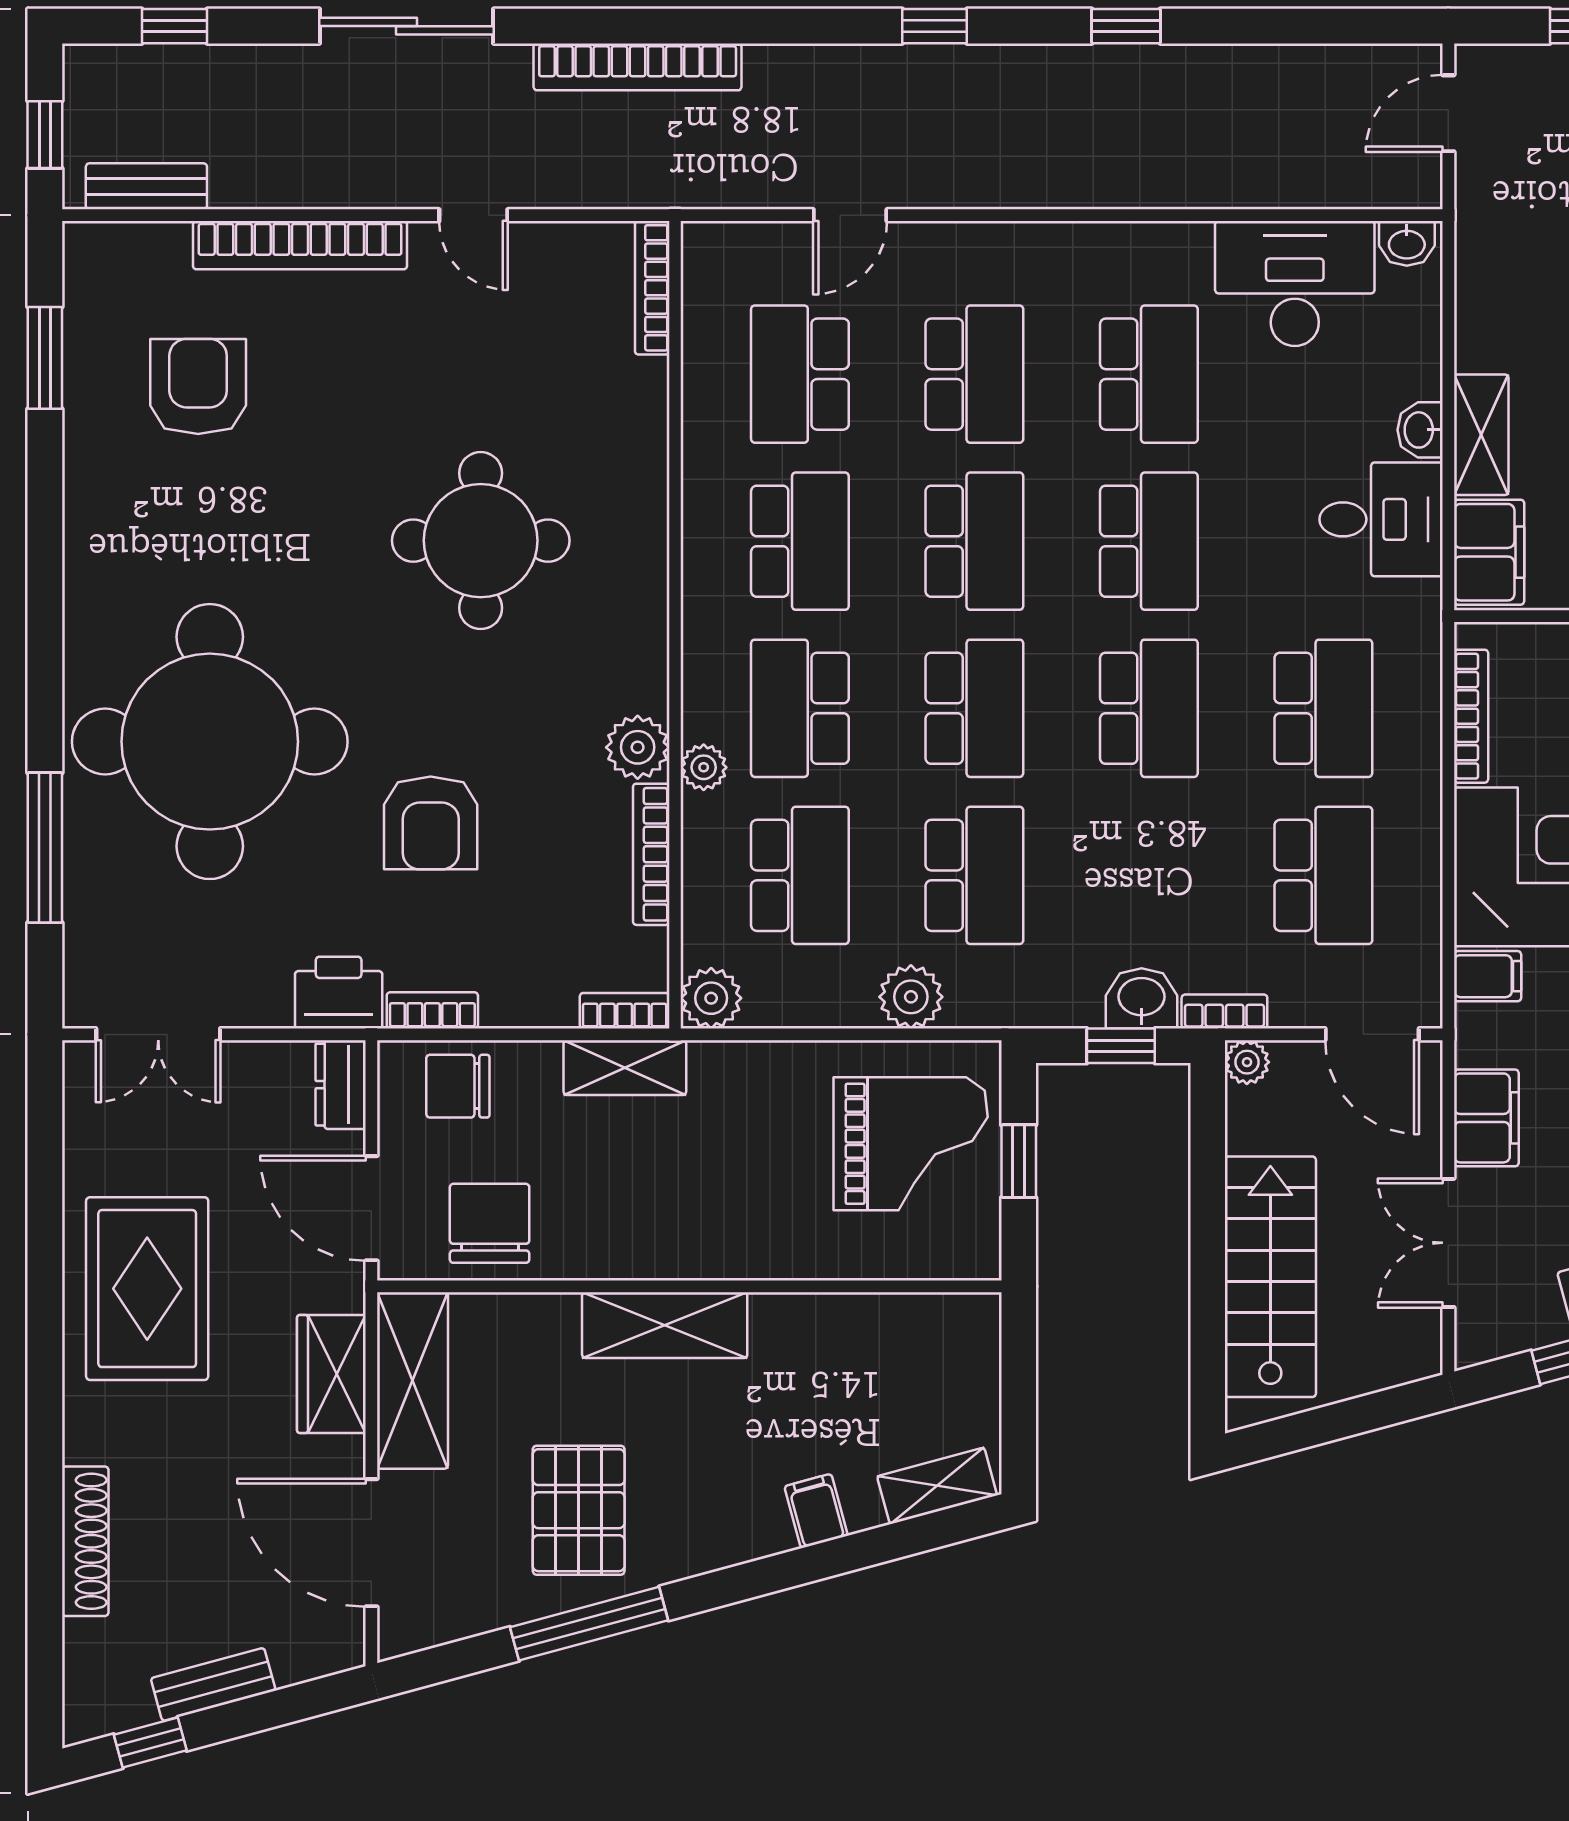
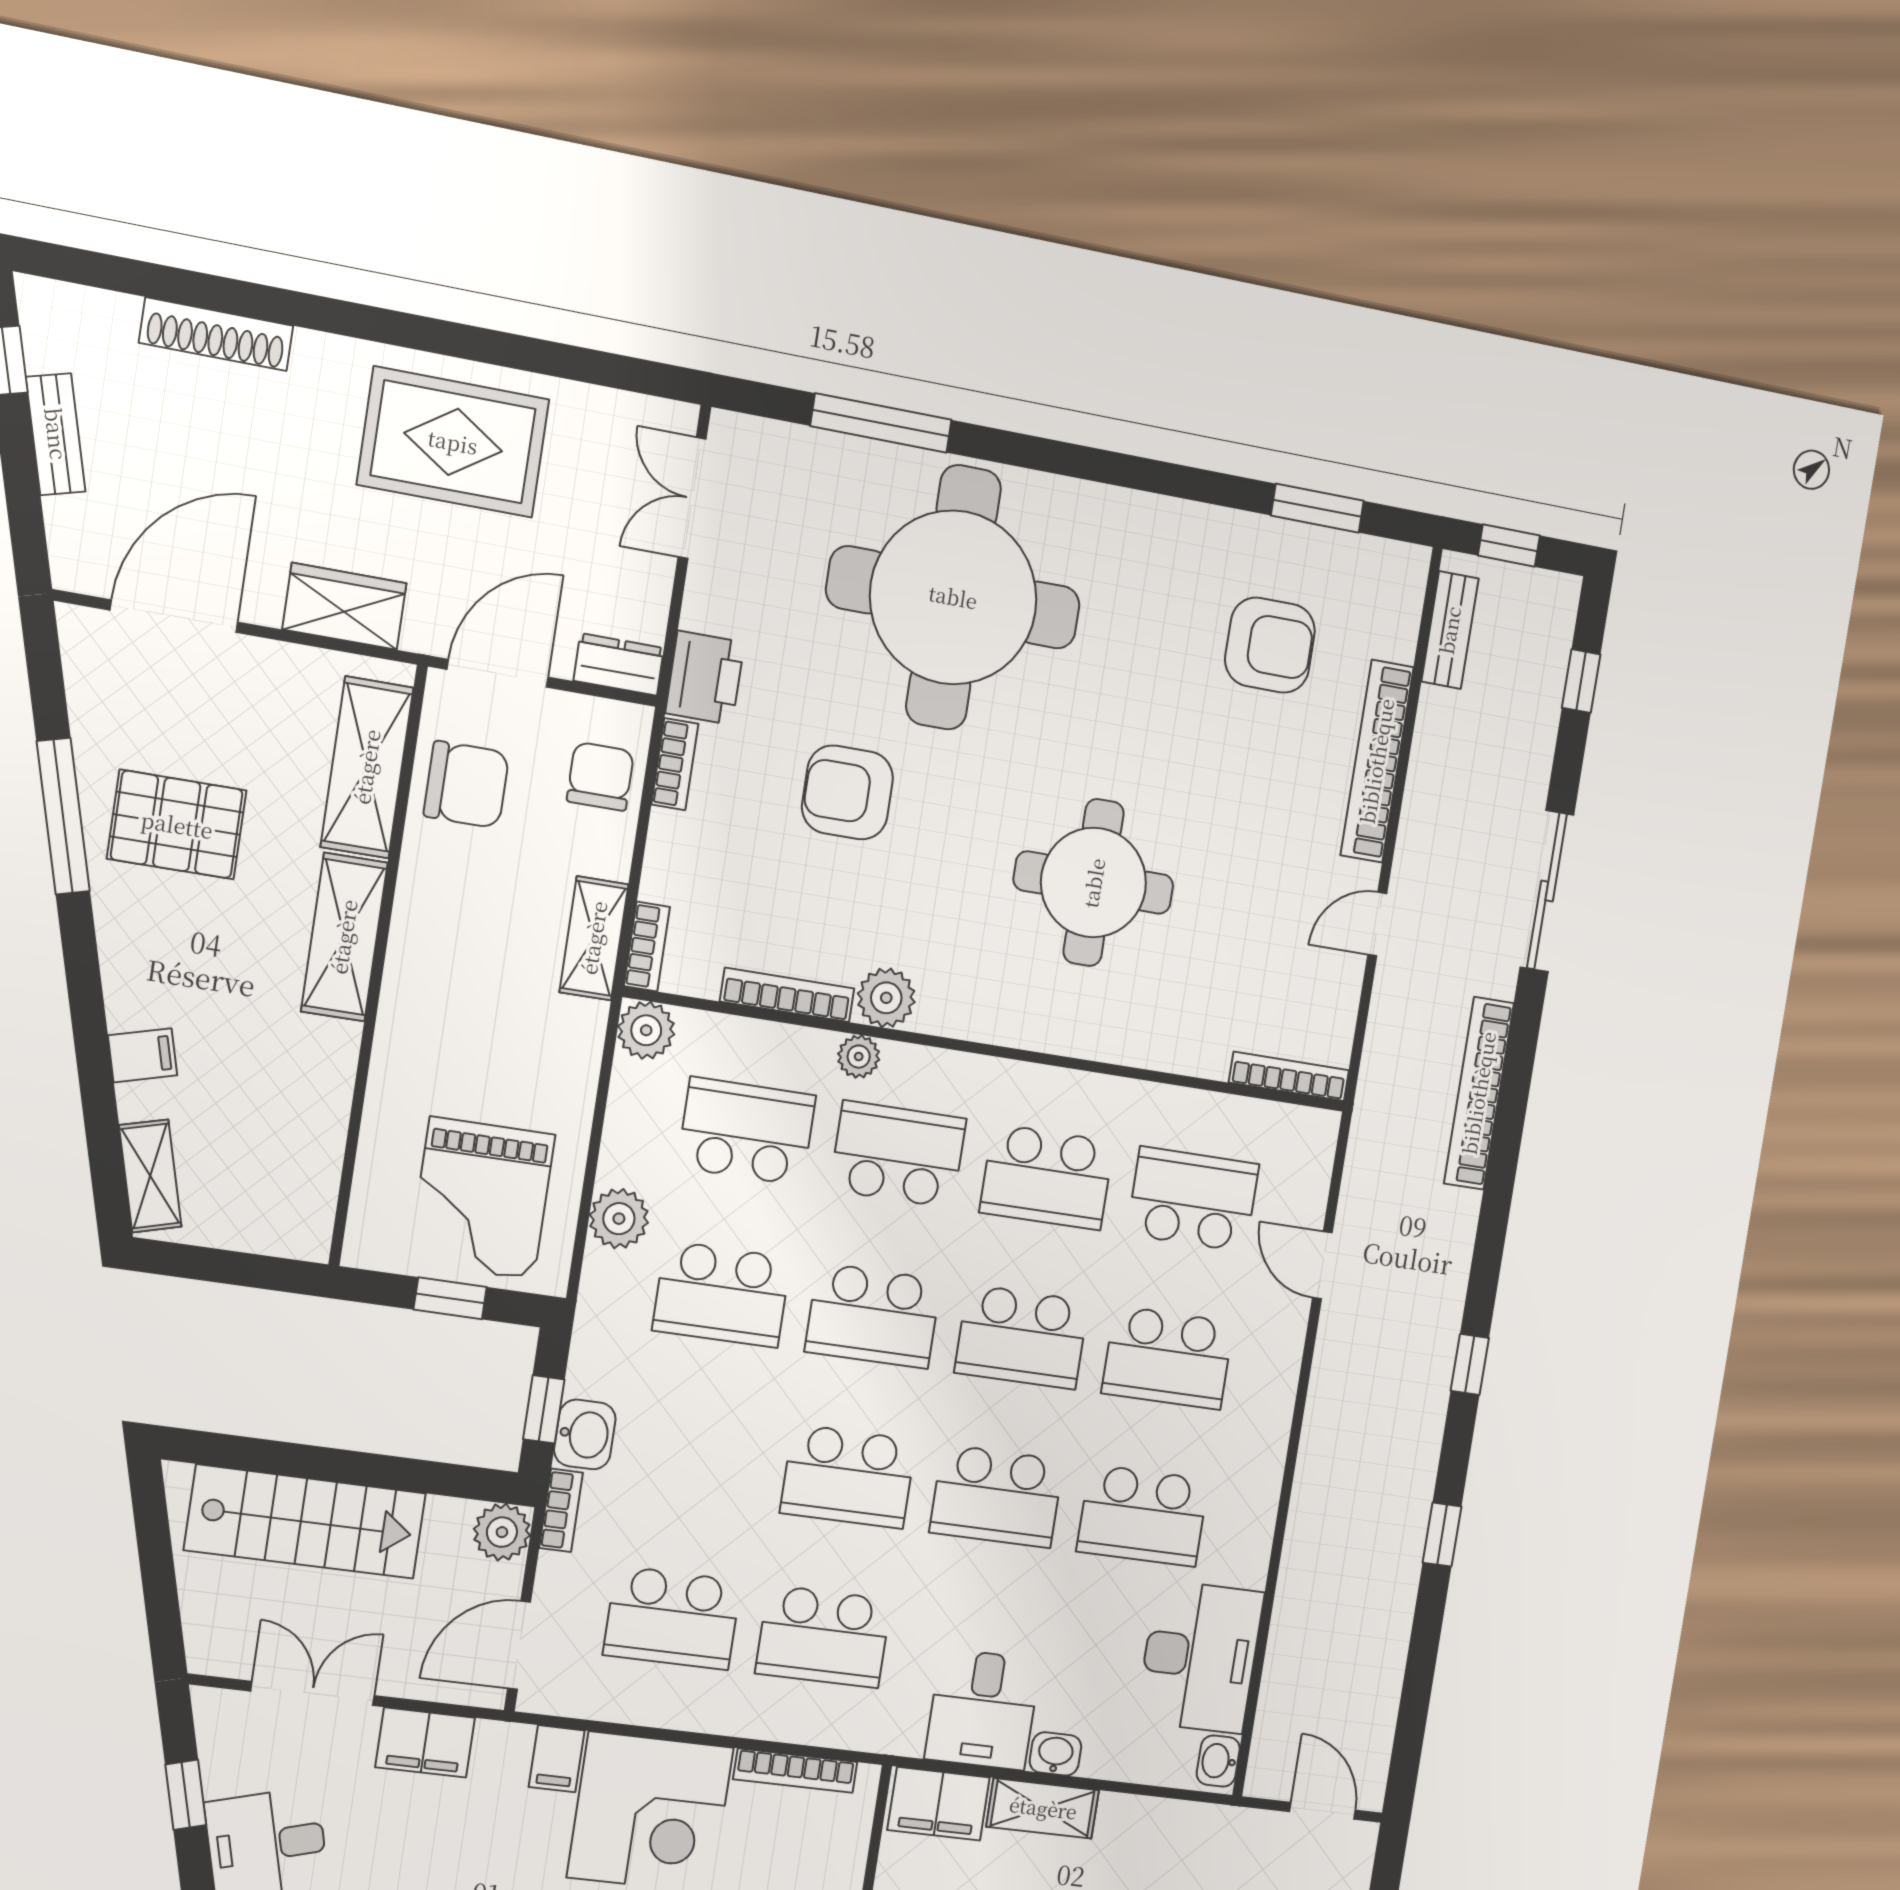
school desk: (800, 875) -> (747, 1131), turned 180
plant: (1247, 1062) -> (502, 1532), width x1.38, depth x1.38
shelving: (412, 1380) -> (367, 767), moved, turned 90

